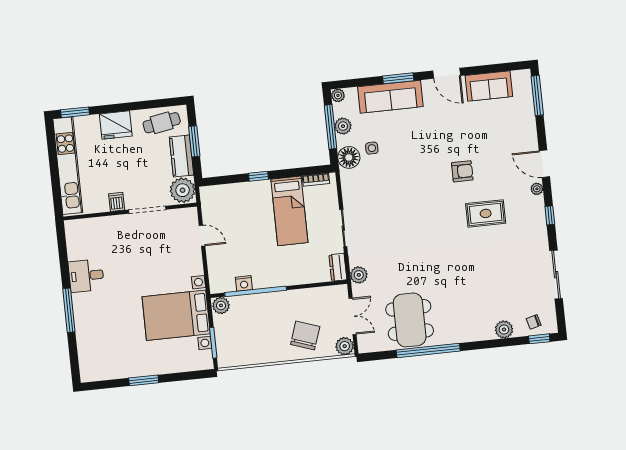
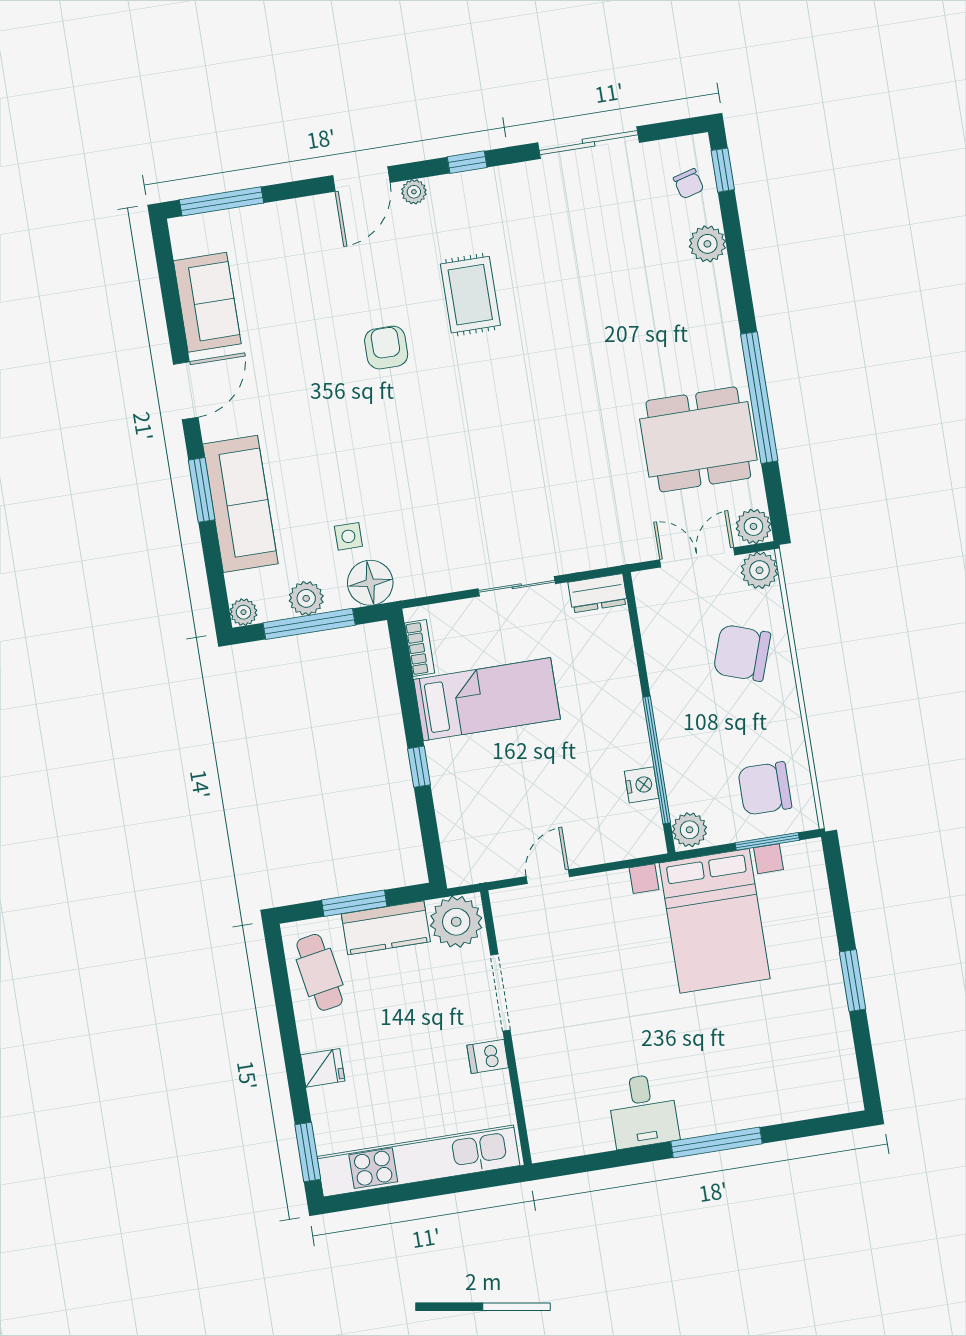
fridge: (116, 125) -> (323, 1068), width x0.53, depth x0.75
plant: (359, 275) -> (753, 526), moved
chair: (239, 343) -> (765, 788), added

